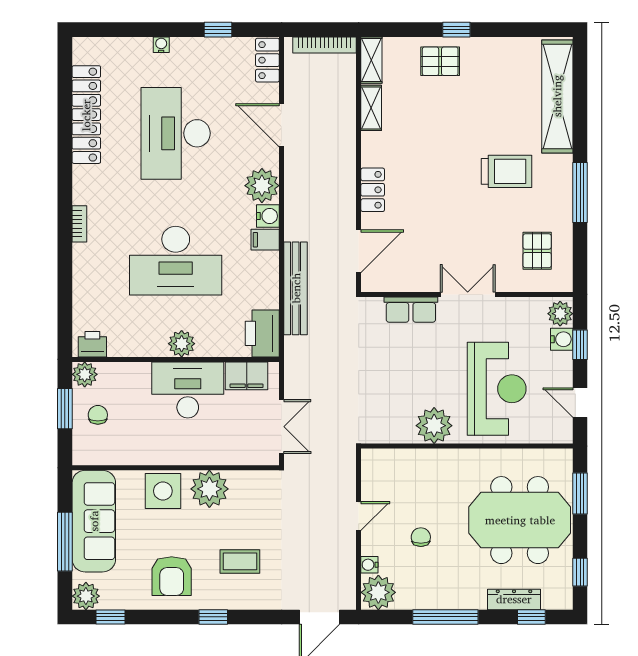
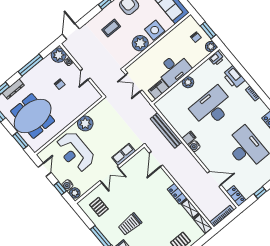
plant: (262, 186) -> (204, 154), removed
locker: (373, 190) -> (177, 194), moved
printer: (262, 333) -> (234, 77), moved, turned 180
door: (580, 403) -> (45, 170), hinge flipped

